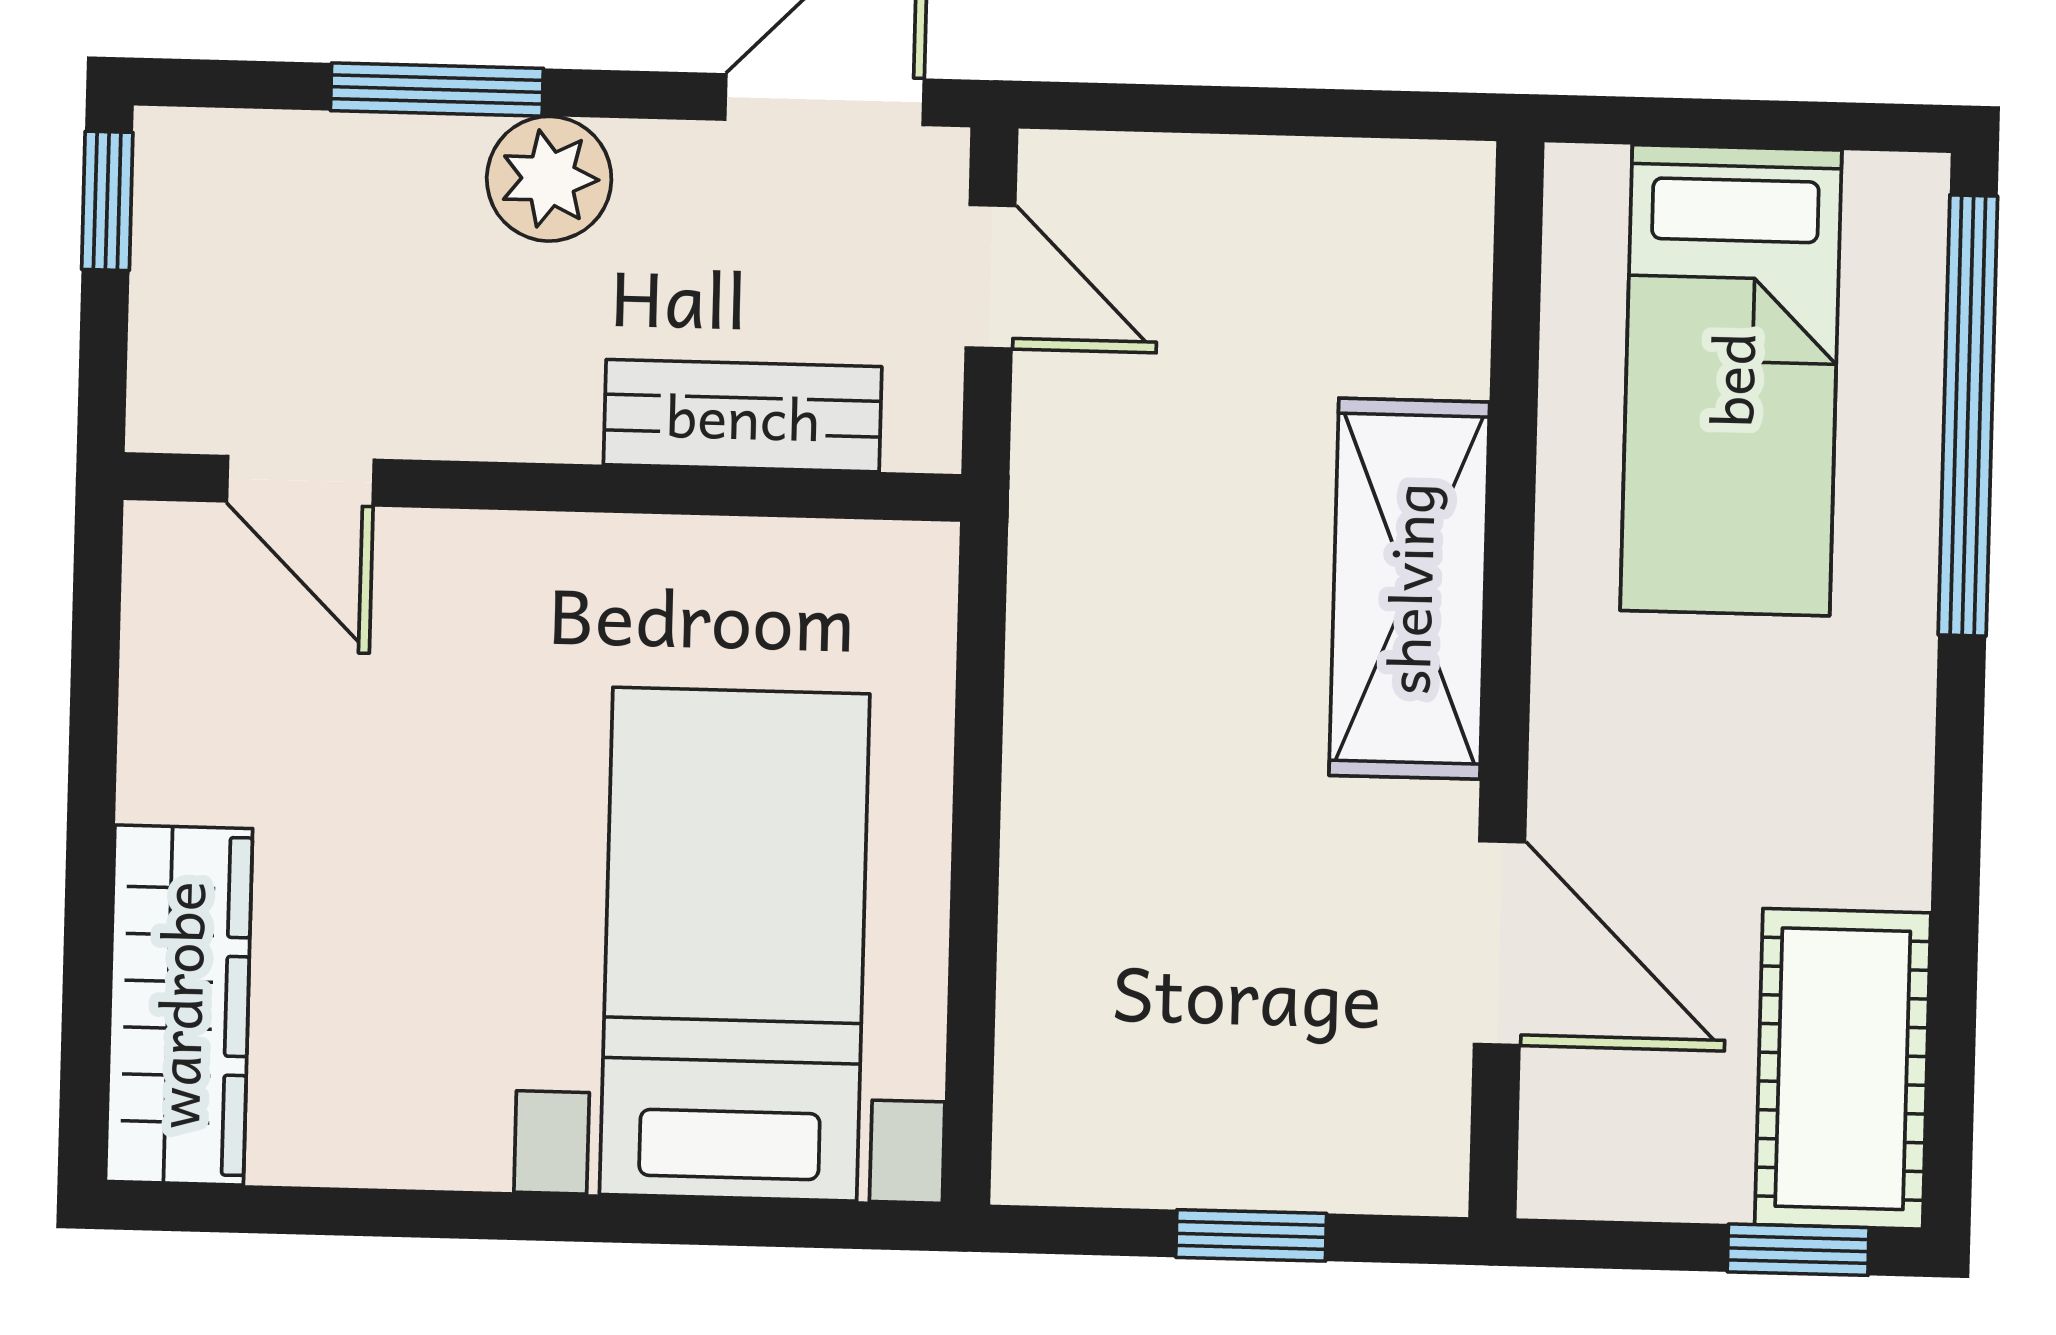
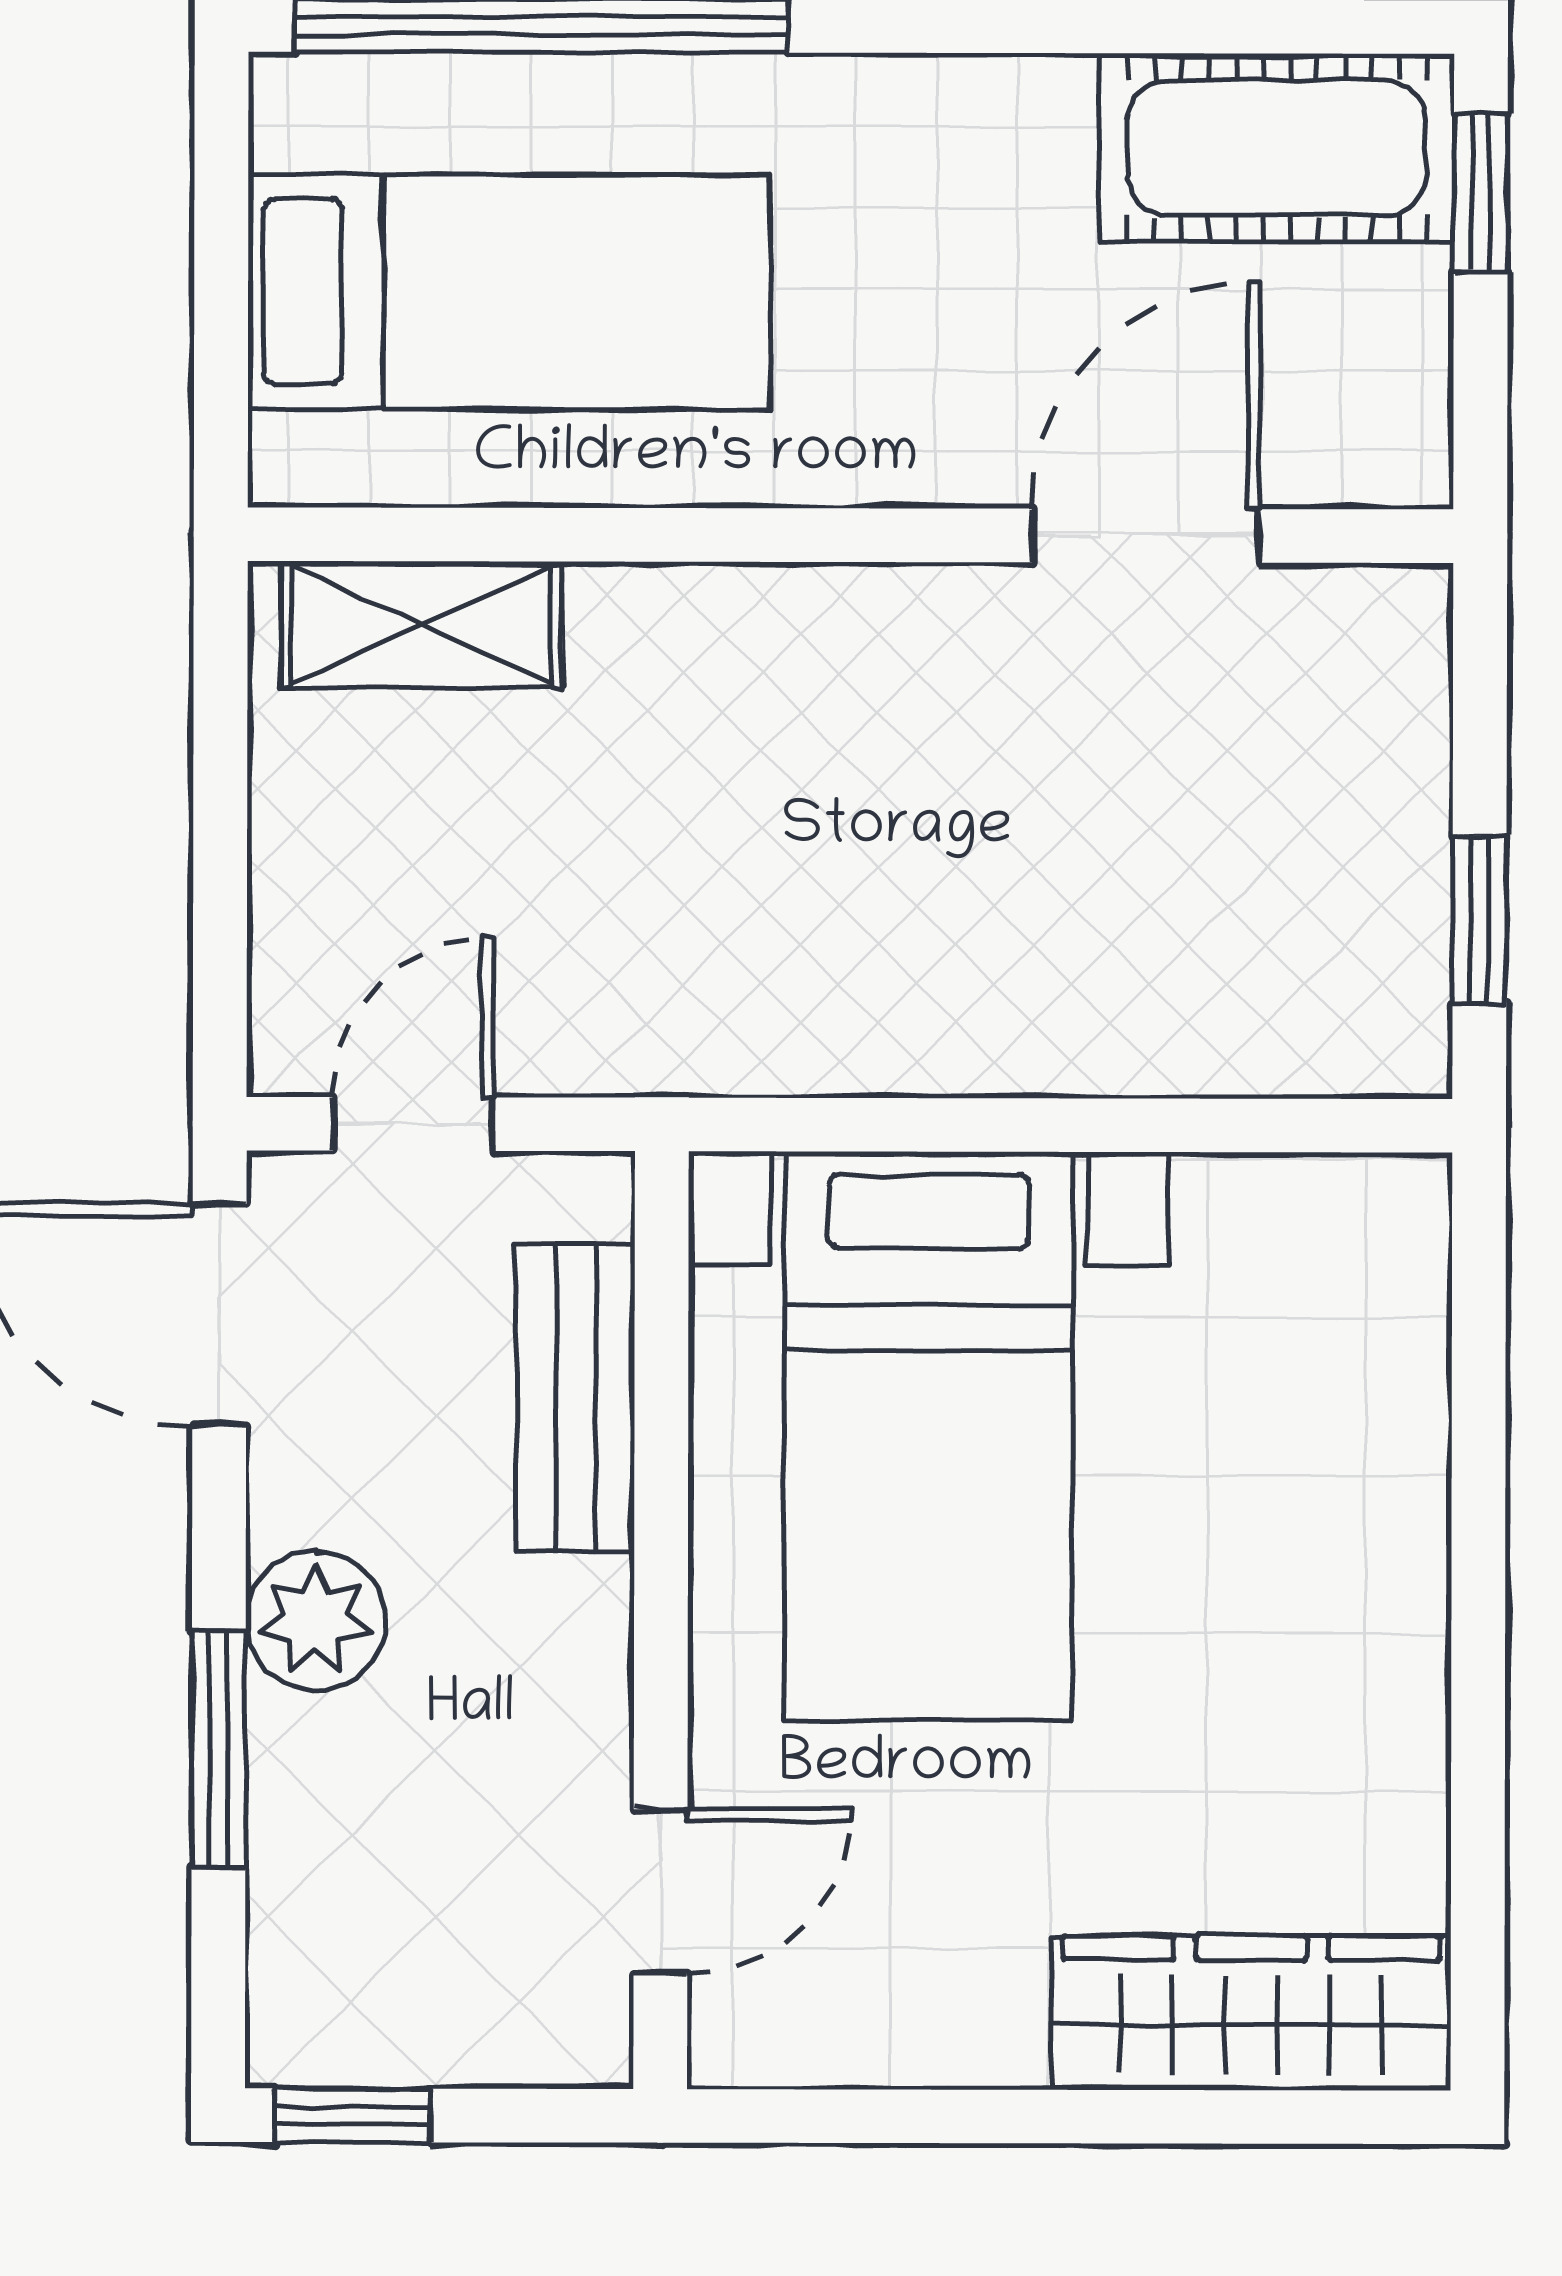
shelving: (1409, 589) -> (421, 625), moved, width x0.67, depth x0.75
bed with nightstands: (735, 944) -> (928, 1436), moved, turned -90
window: (1251, 1235) -> (1480, 920), moved

